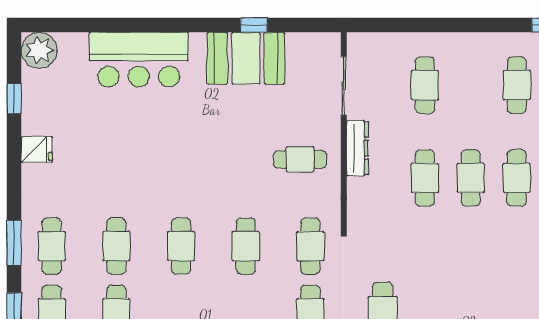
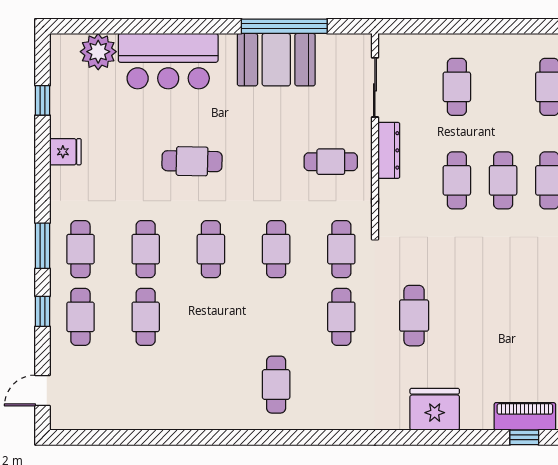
window: (254, 25) -> (284, 26), width x3.17
plant: (39, 50) -> (98, 52), moved
cafe table: (162, 159) -> (192, 161), added

